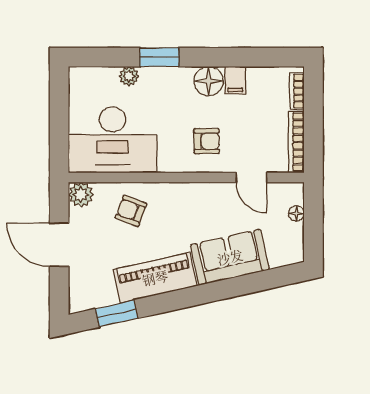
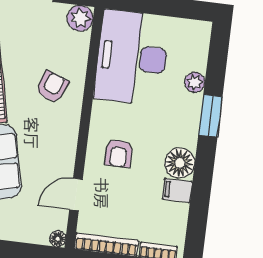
armchair: (131, 211) -> (52, 87), moved
floor lamp: (296, 213) -> (58, 239), moved

